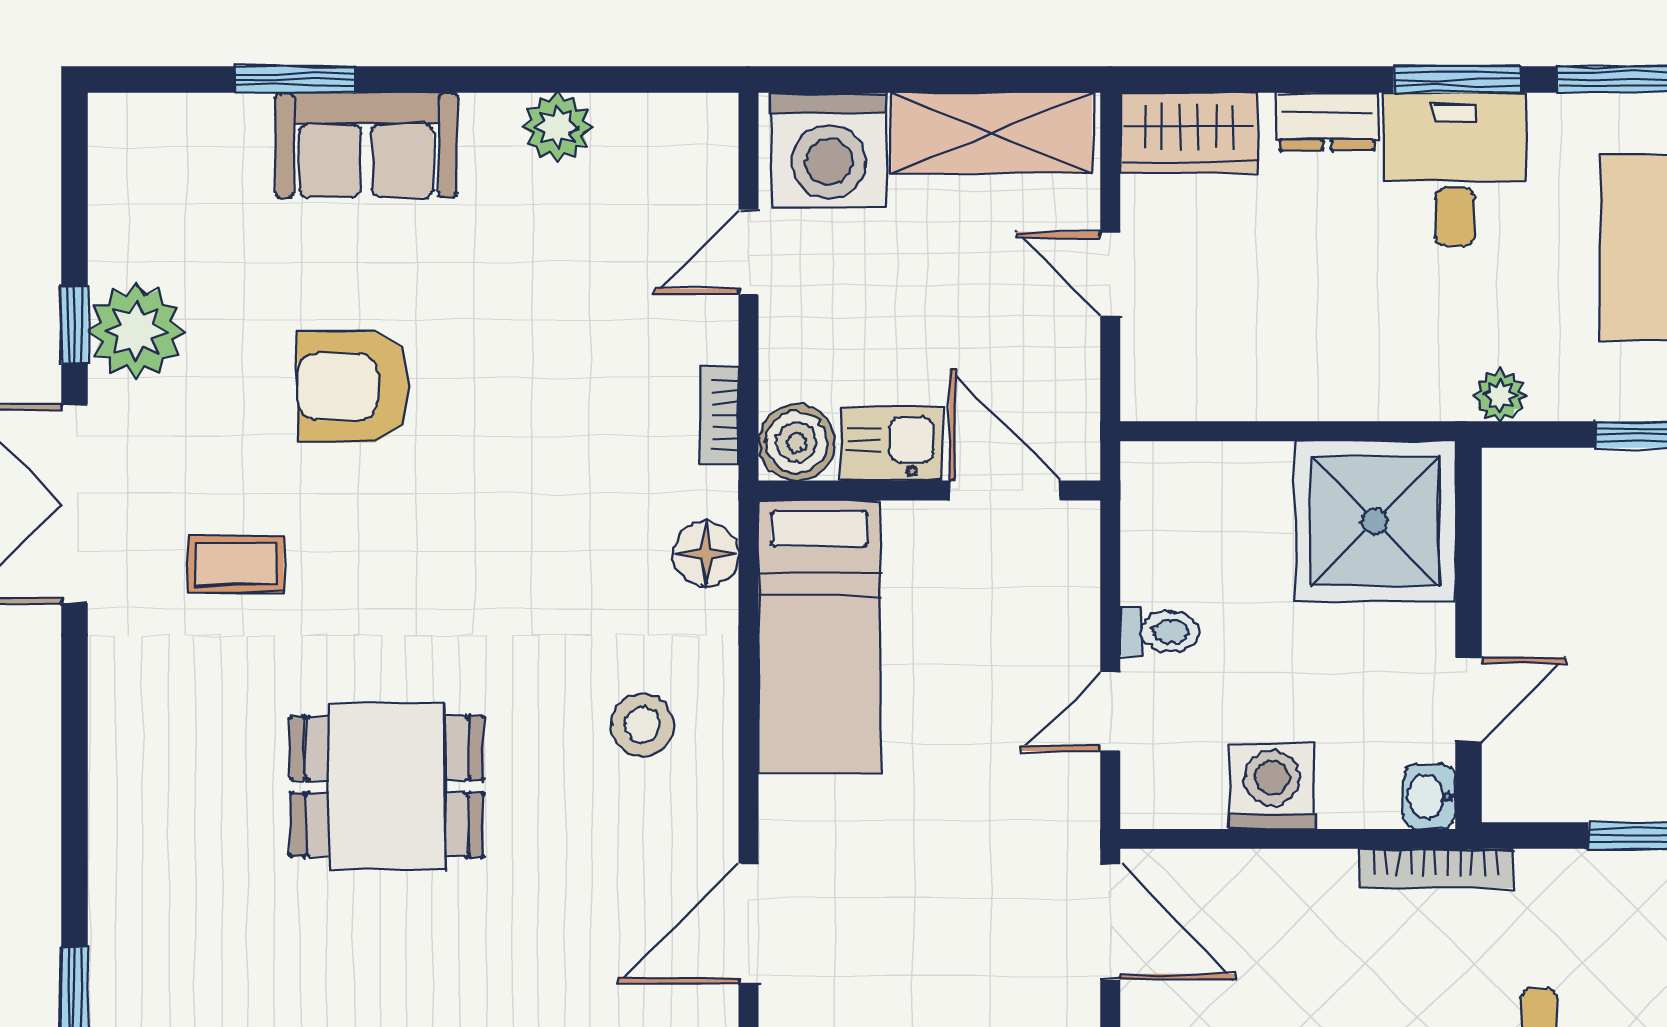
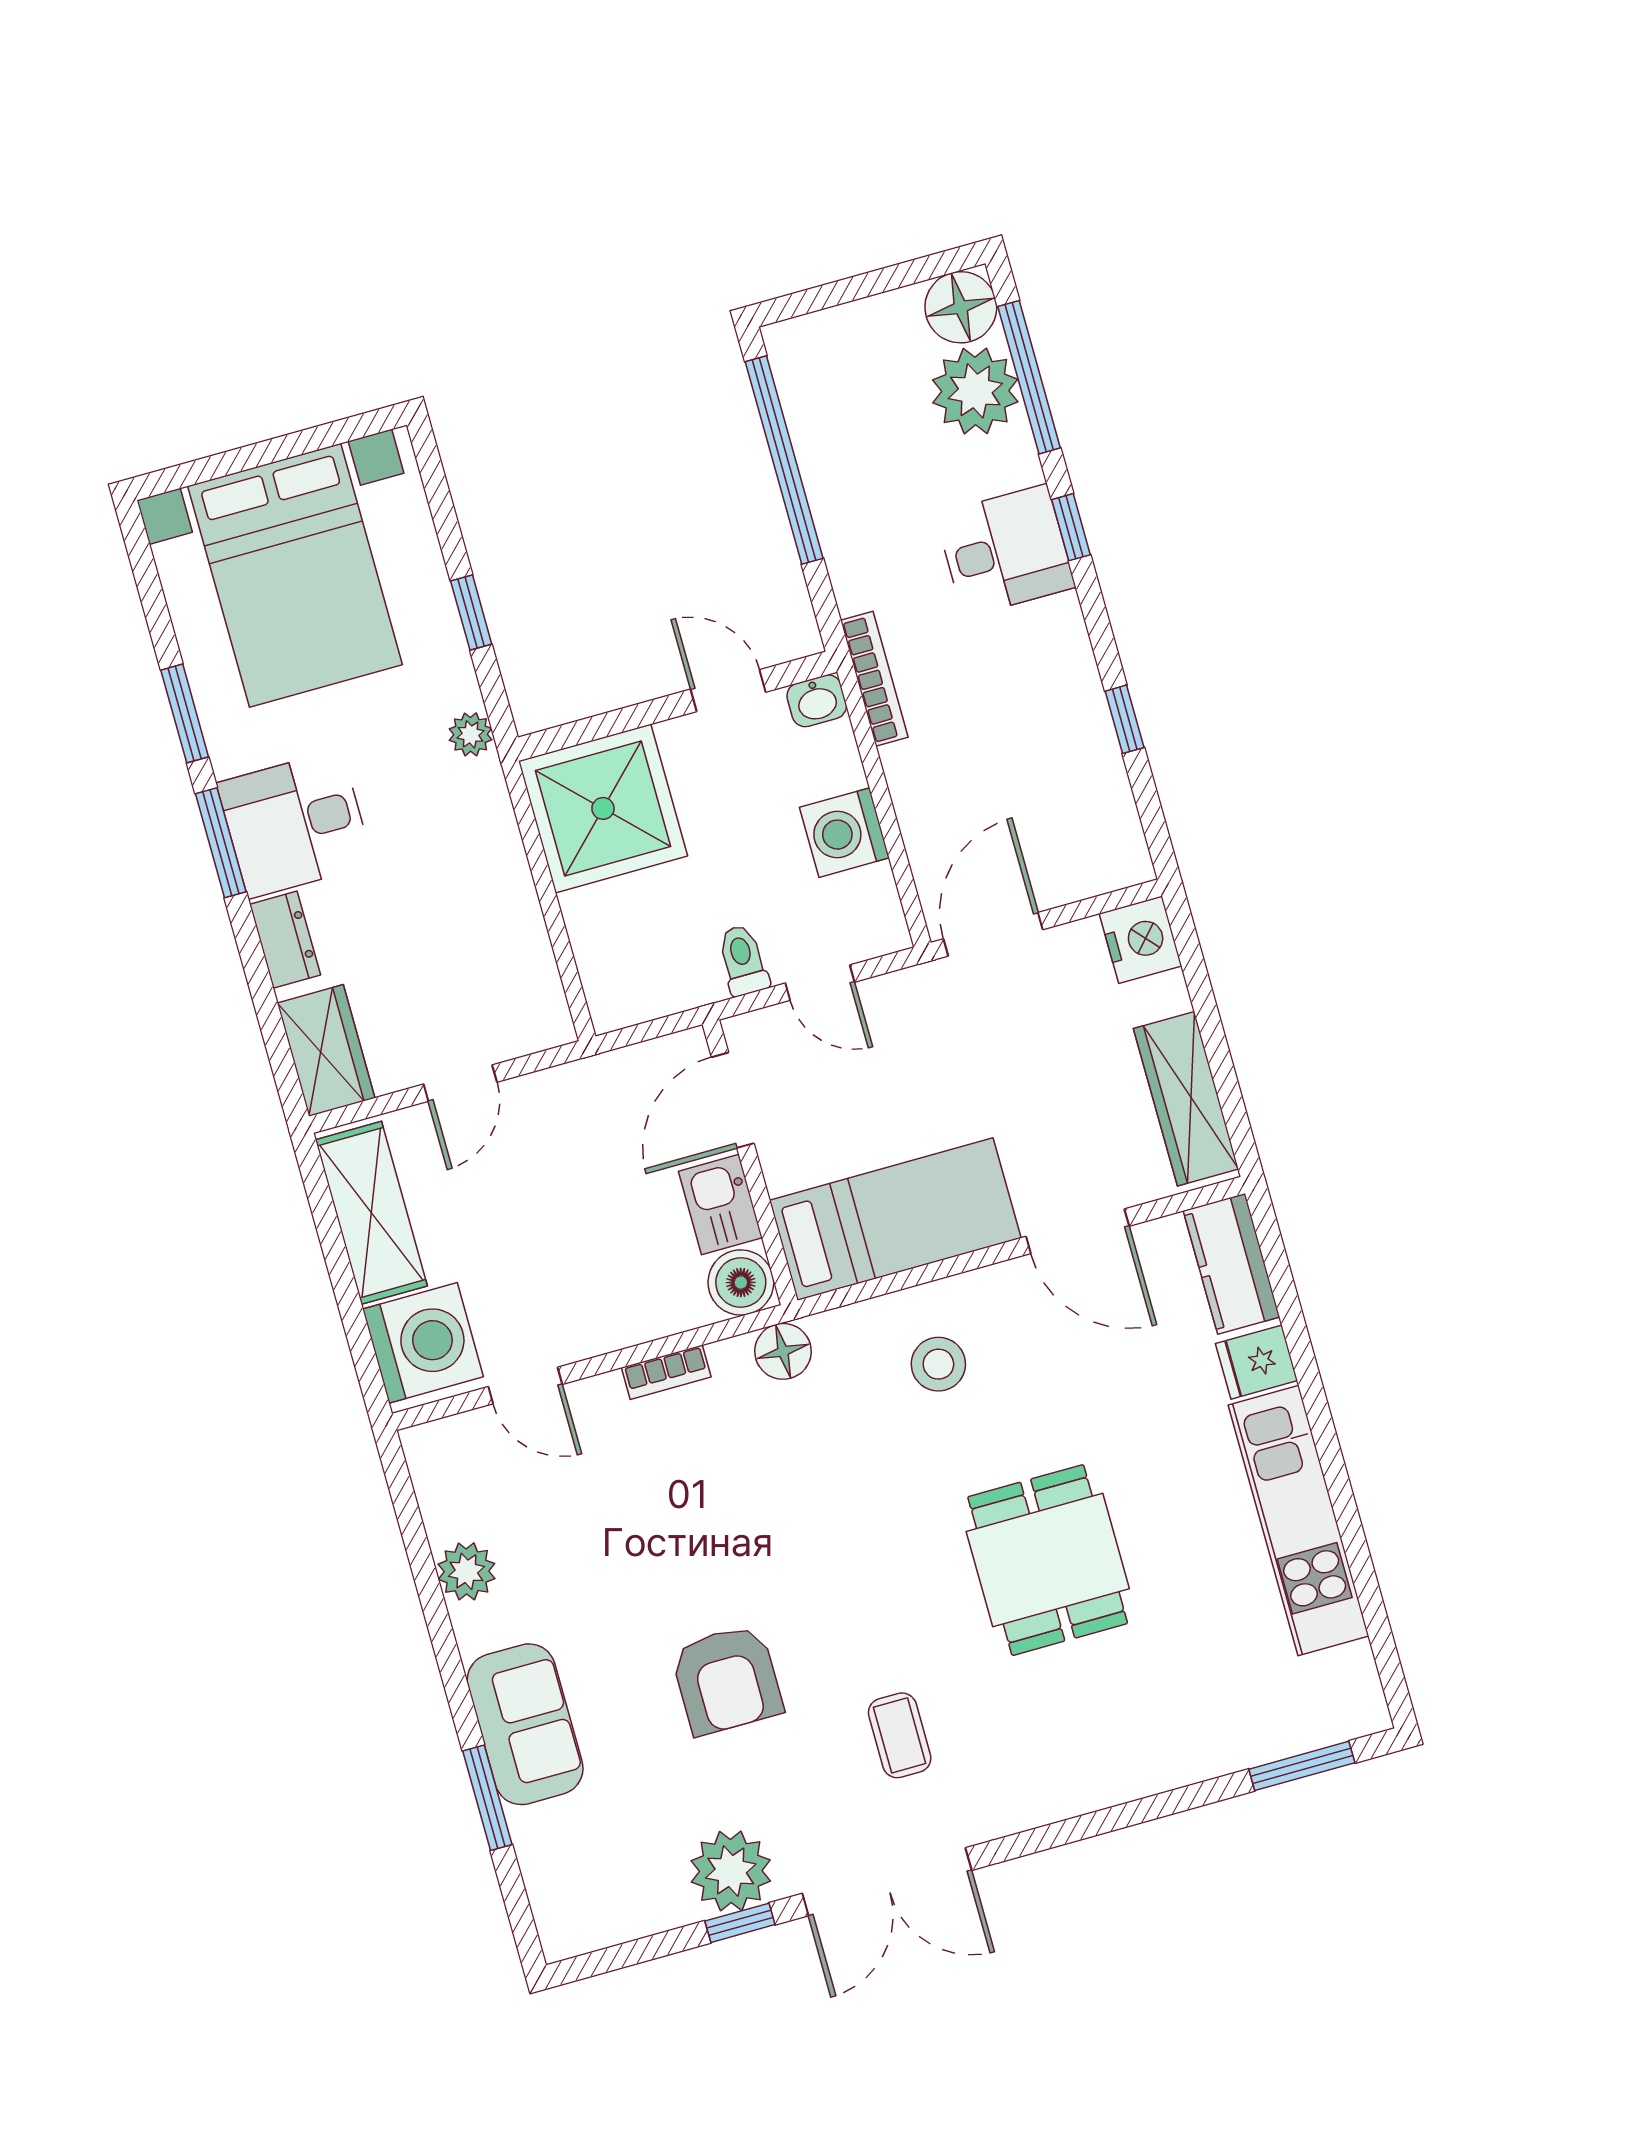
boiler: (797, 442) -> (741, 1283), moved
kitchen sink: (891, 444) -> (720, 1204), moved
wall: (929, 490) -> (750, 1162), moved
door: (1005, 490) -> (733, 1100), moved
bed: (820, 636) -> (895, 1219), moved

